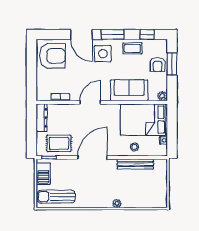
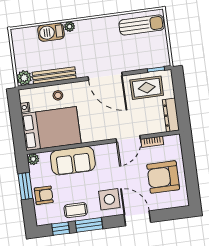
window: (113, 34) -> (89, 225), moved
armchair: (52, 56) -> (163, 177), moved
armchair: (158, 64) -> (44, 195), turned 90
window: (172, 64) -> (25, 186), moved
door: (90, 102) -> (128, 139), moved
door: (93, 158) -> (105, 76), hinge flipped
plant: (161, 165) -> (24, 78), added
barbecue: (43, 174) -> (51, 32), moved, turned -90

